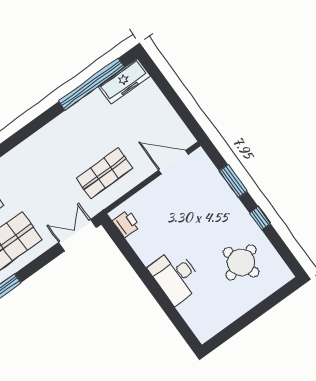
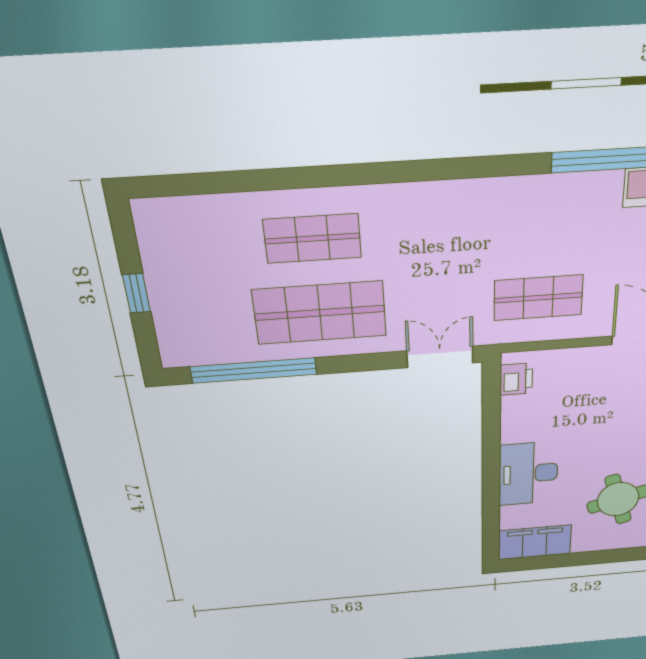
filing cabinet: (214, 320) -> (535, 542), added

